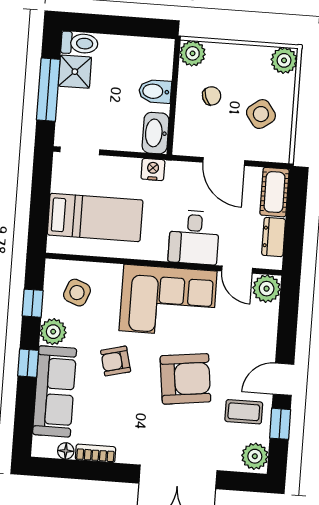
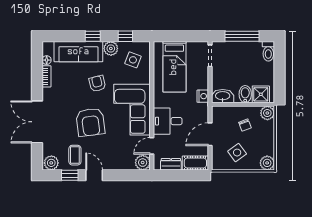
shower: (75, 72) -> (261, 94), moved

